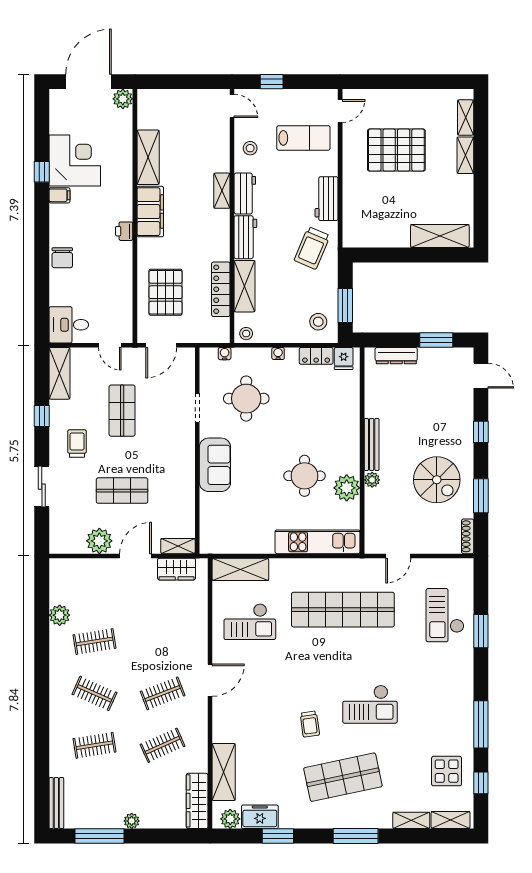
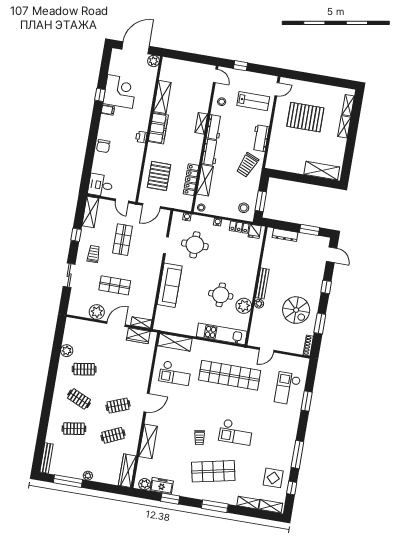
sofa: (215, 465) -> (170, 285), width x1.36
shelving: (224, 772) -> (148, 441), moved

